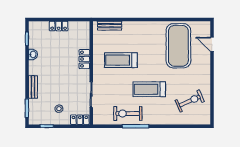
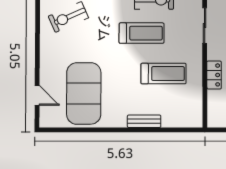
bench: (110, 26) -> (144, 121), moved
treadmill: (149, 89) -> (142, 33), moved

